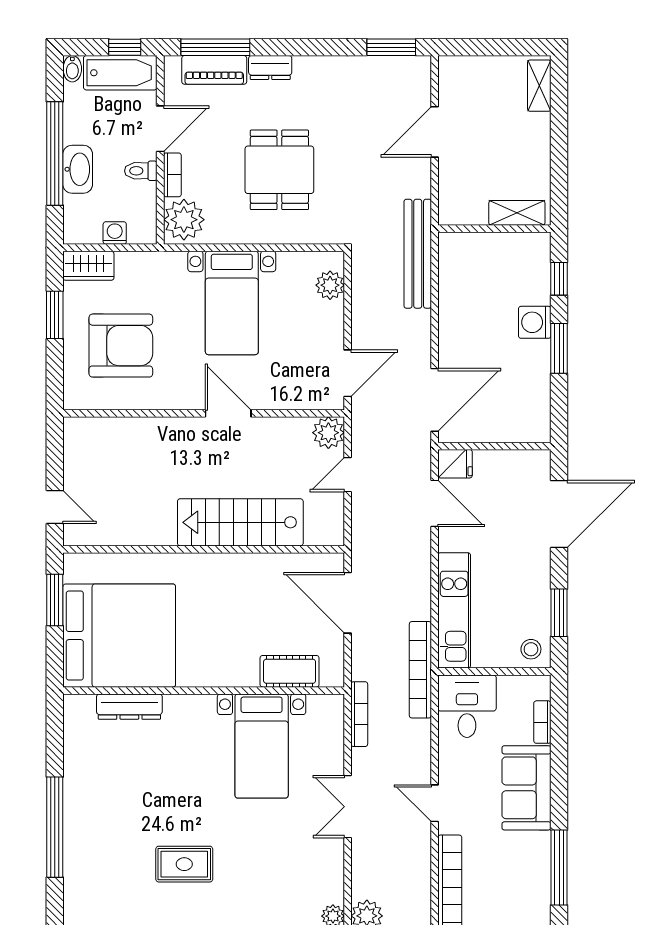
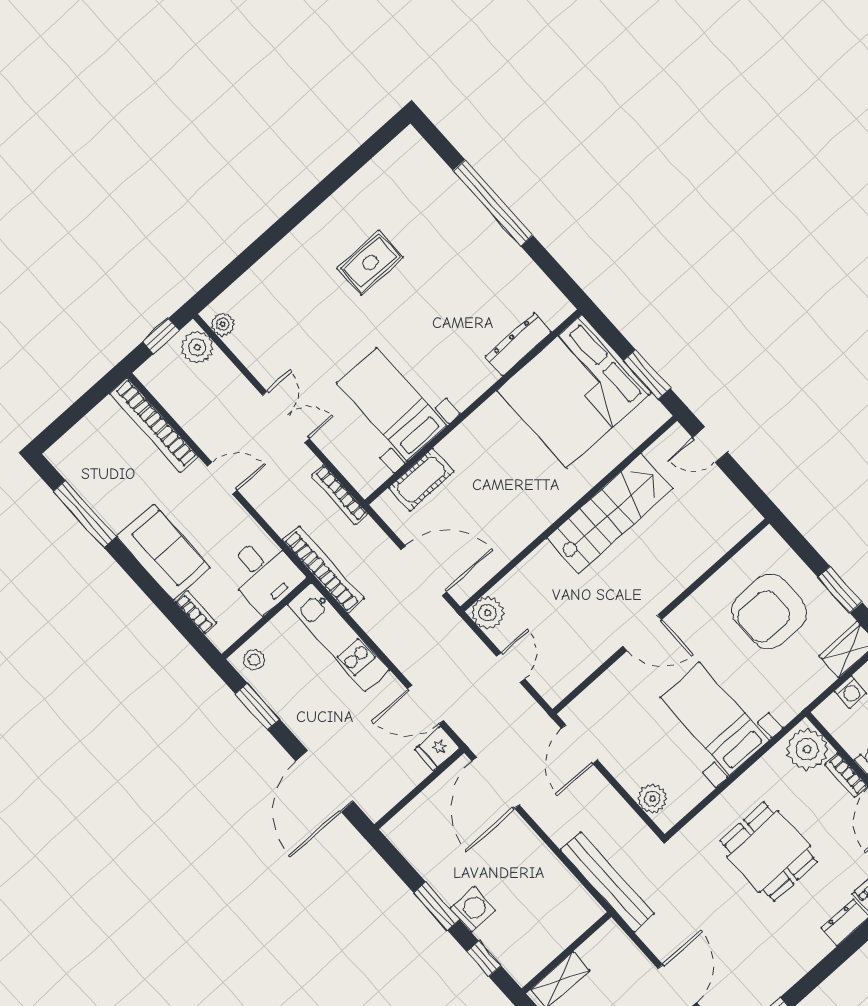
plant: (328, 433) -> (488, 613), moved
stairs: (240, 522) -> (610, 513), moved

